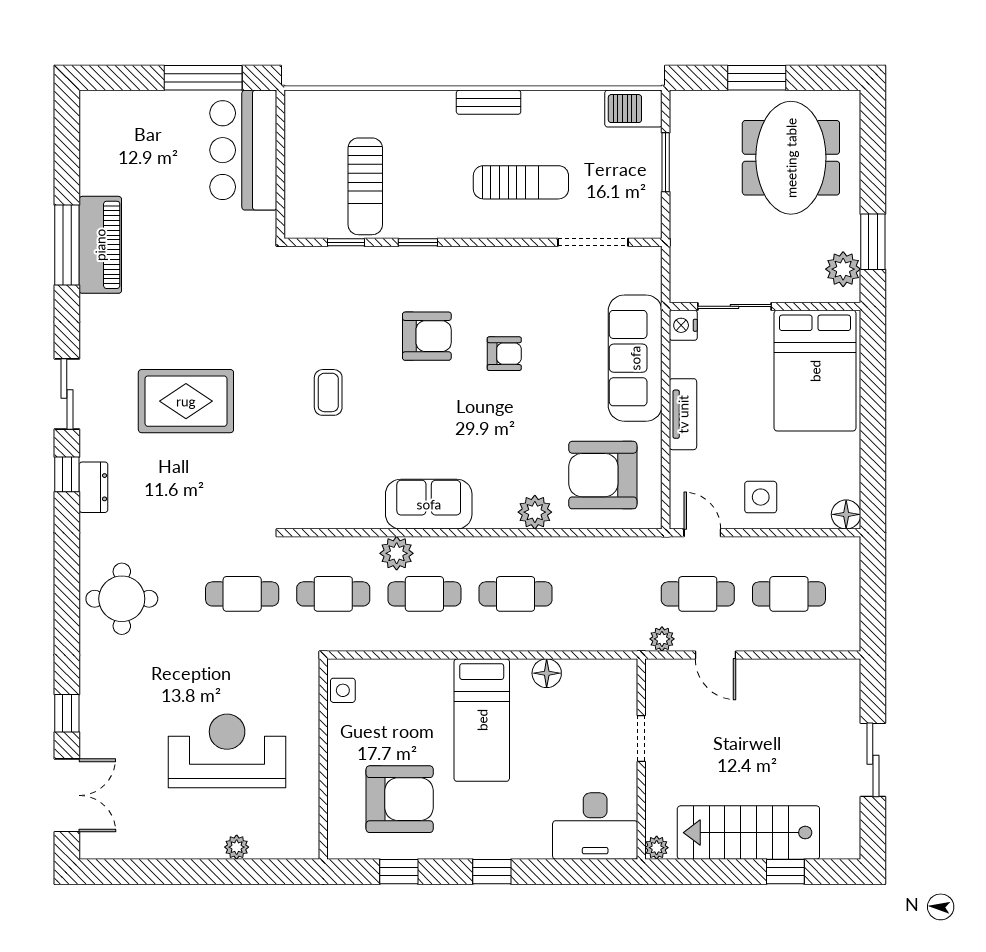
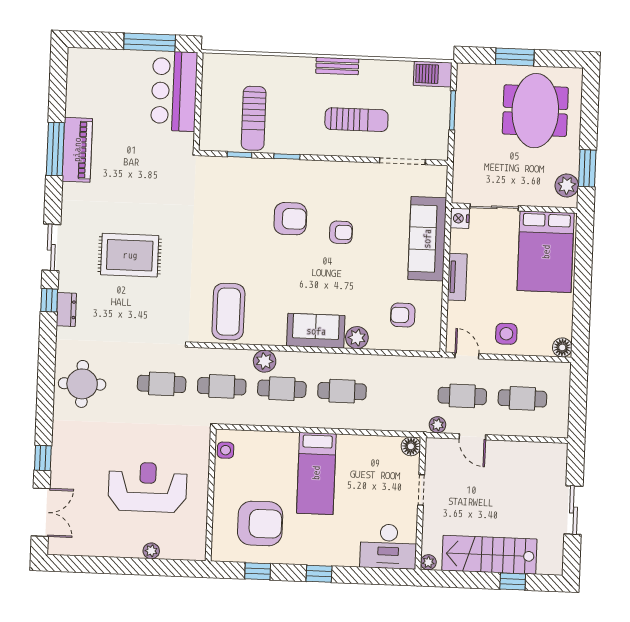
coffee table: (328, 392) -> (228, 312), moved, width x1.86, depth x1.72
armchair: (603, 475) -> (403, 315), width x0.53, depth x0.53
sofa: (429, 504) -> (316, 331), moved
floor lamp: (547, 673) -> (411, 446), moved

